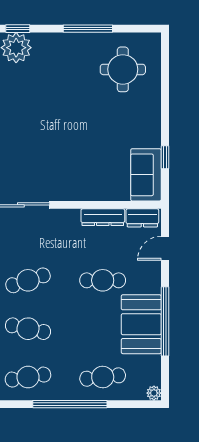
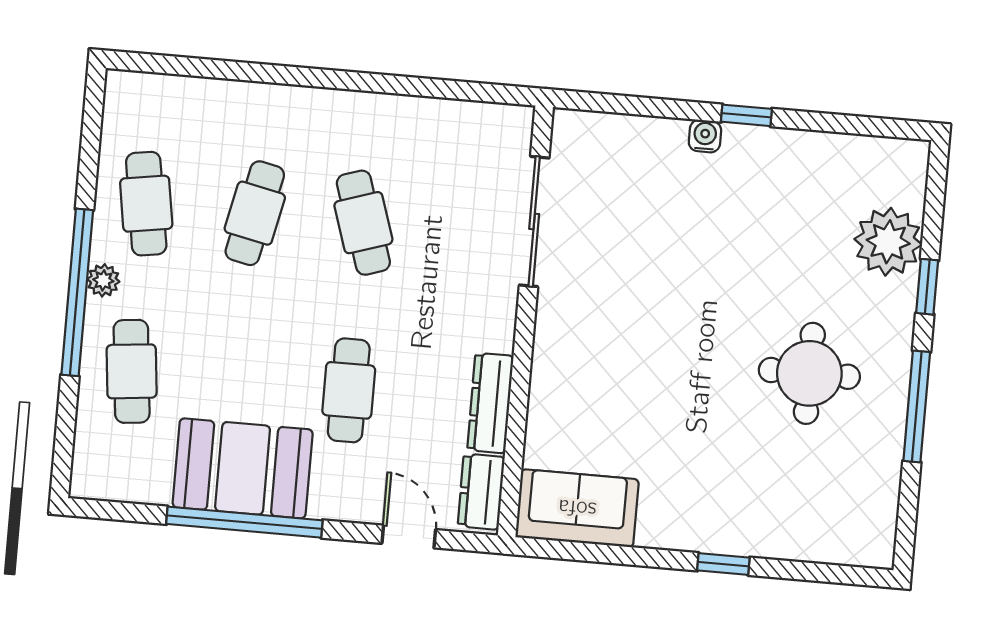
window: (18, 29) -> (927, 287), moved
round table: (123, 69) -> (809, 373), moved
window: (165, 157) -> (723, 564), moved
plant: (154, 393) -> (103, 280), moved

